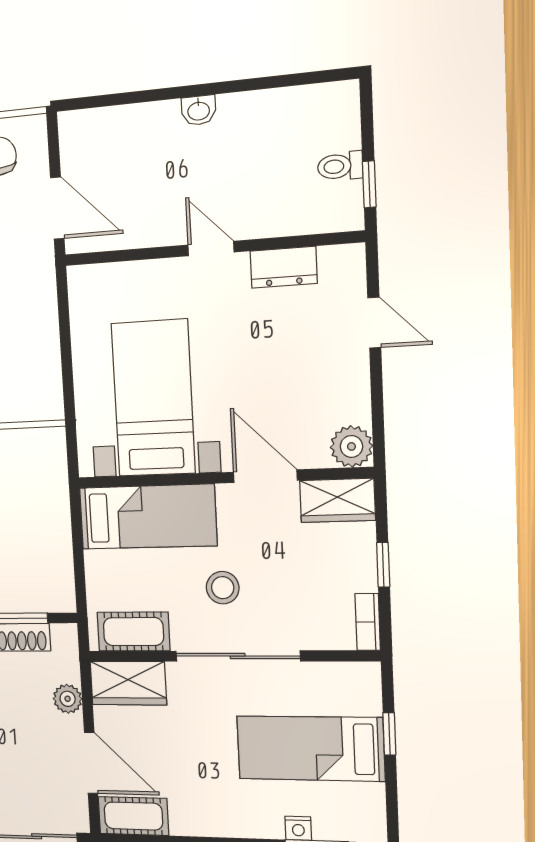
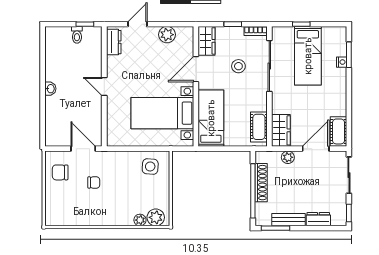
door: (57, 208) -> (83, 149), hinge flipped
door: (211, 249) -> (104, 86), hinge flipped
dresser: (284, 267) -> (114, 42), moved
side table: (26, 375) -> (150, 166), added
plant: (351, 446) -> (167, 35), moved
stool: (223, 588) -> (238, 66), moved
sliding door: (238, 656) -> (269, 66), moved

